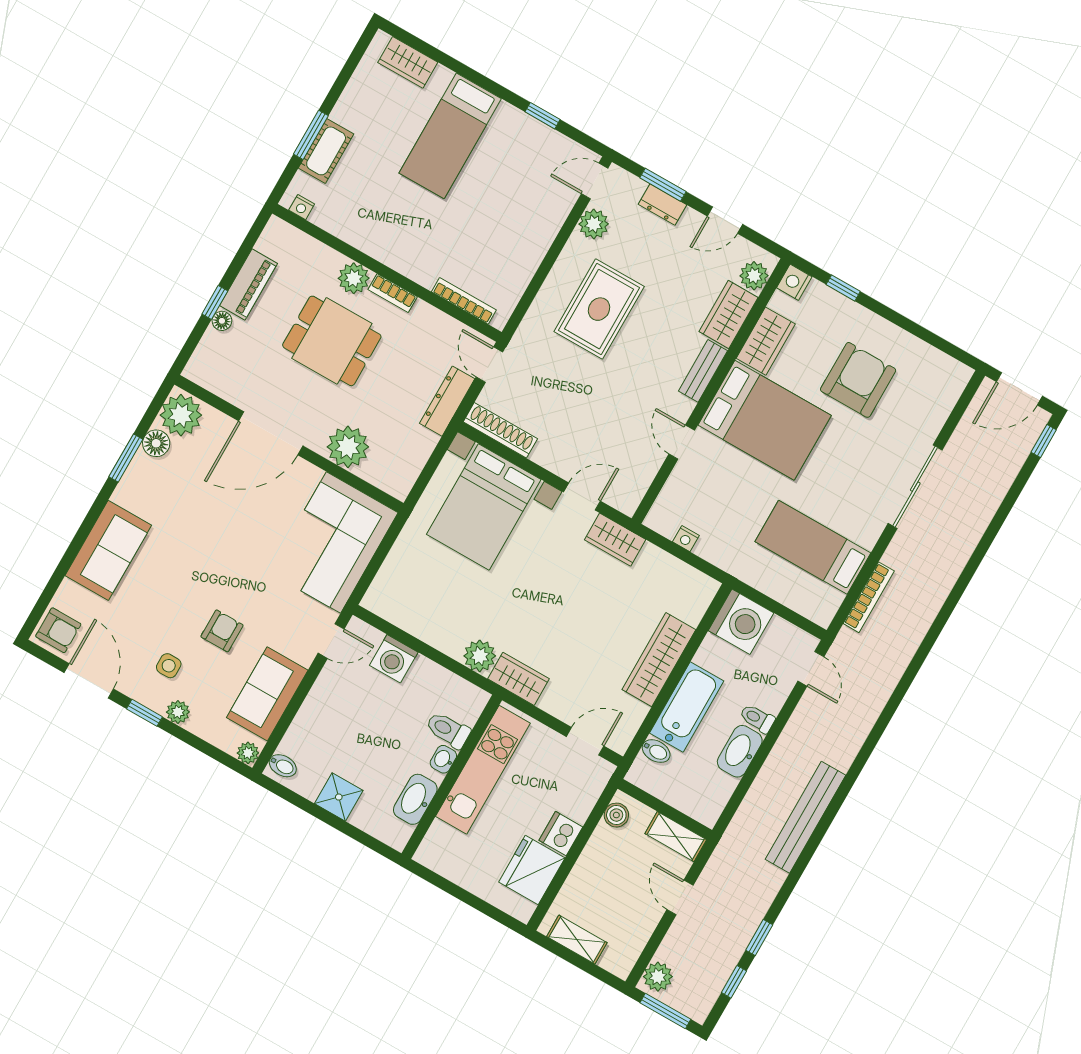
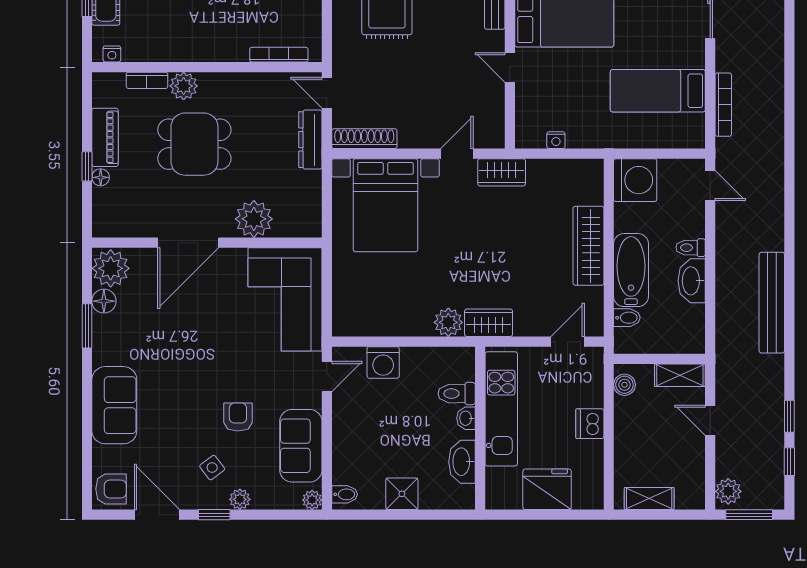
bookcase: (393, 293) -> (147, 80), moved
side table: (169, 666) -> (212, 468), turned -37
fridge: (532, 870) -> (547, 489), moved, turned 90

